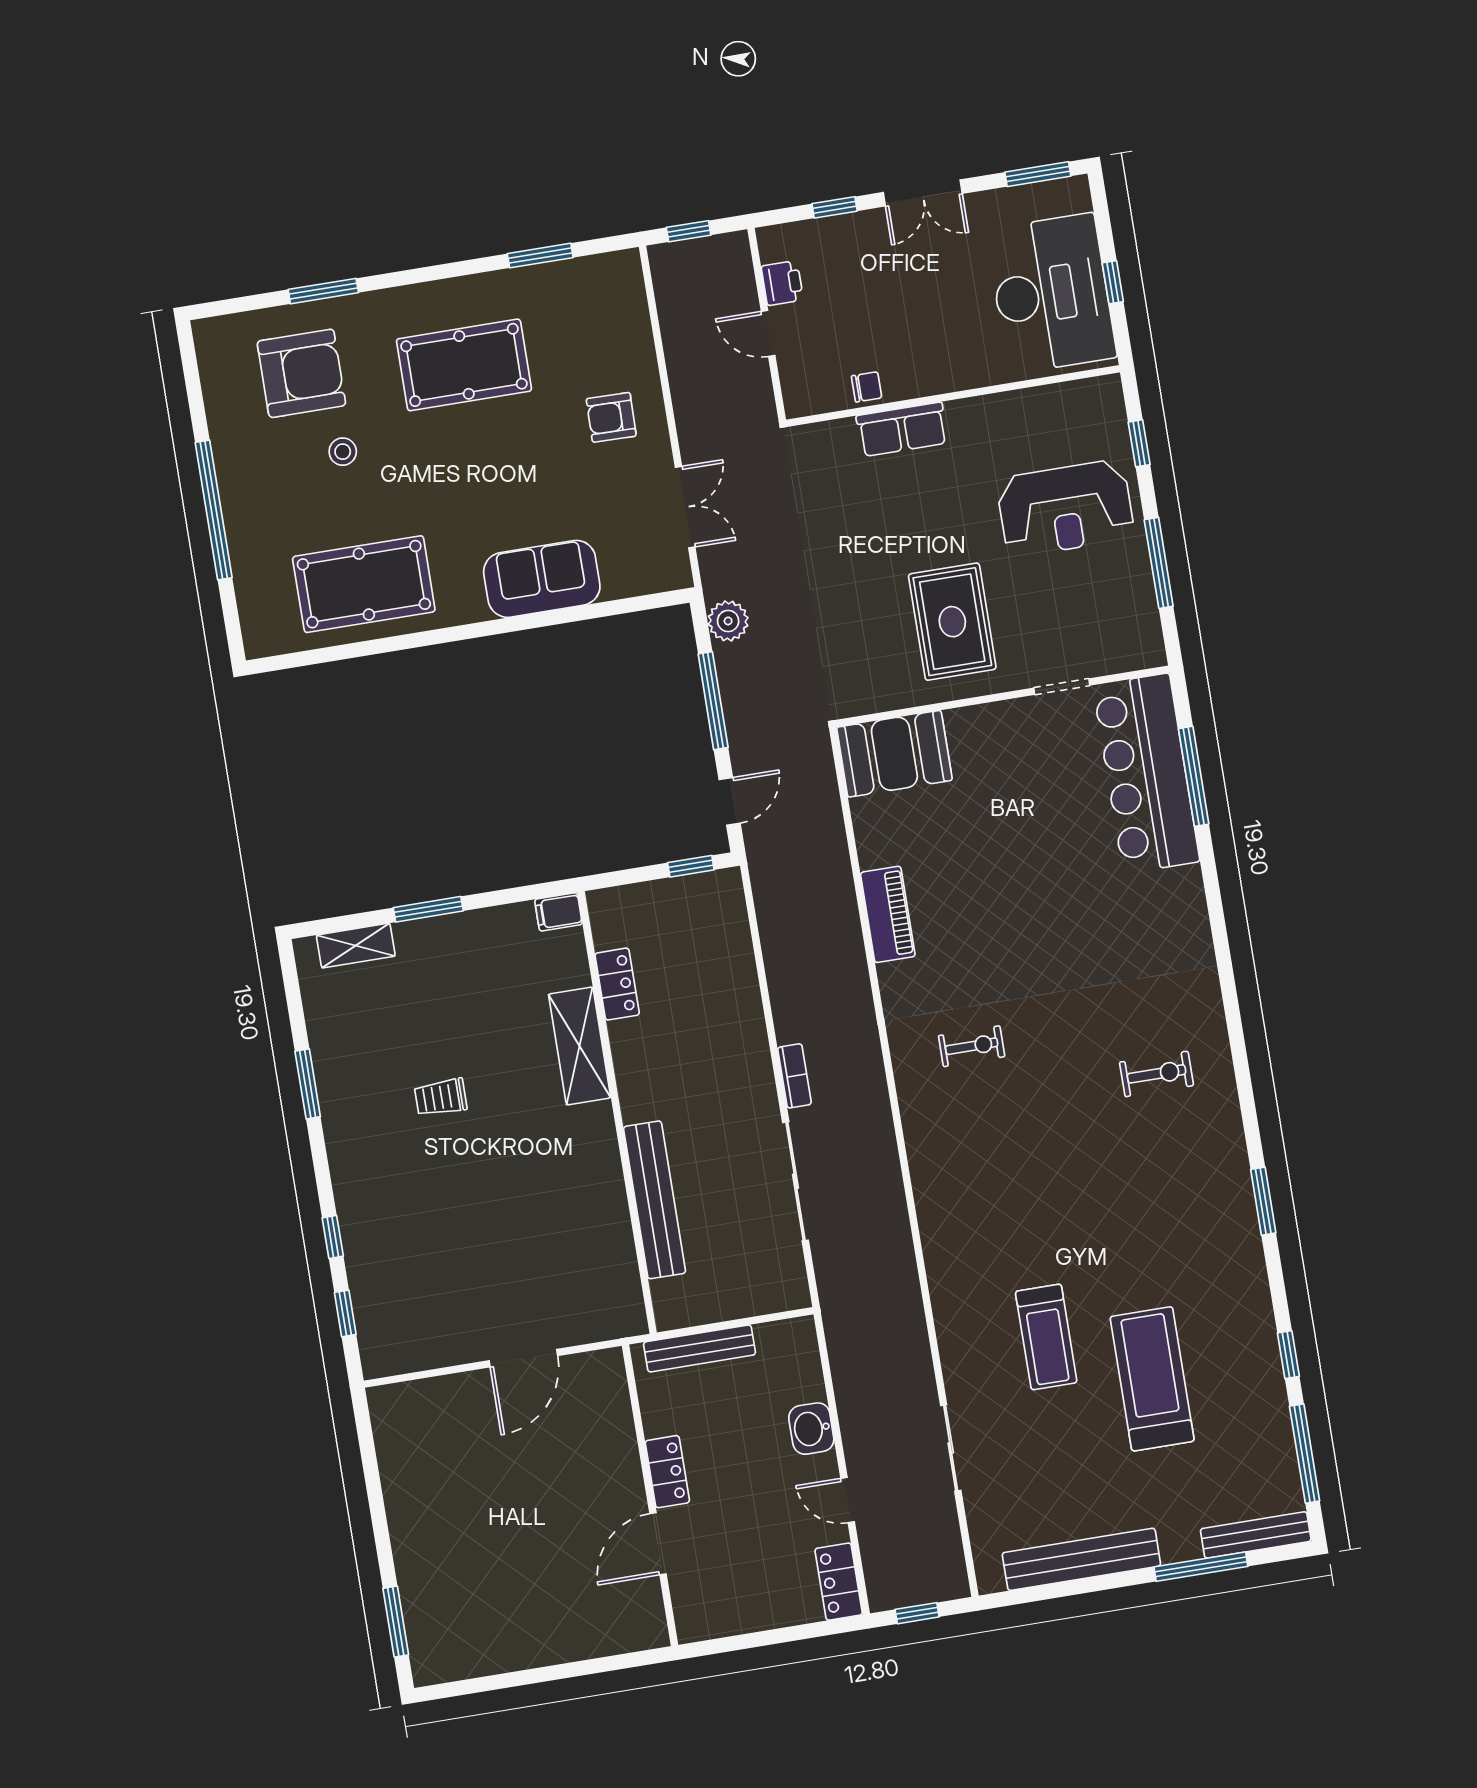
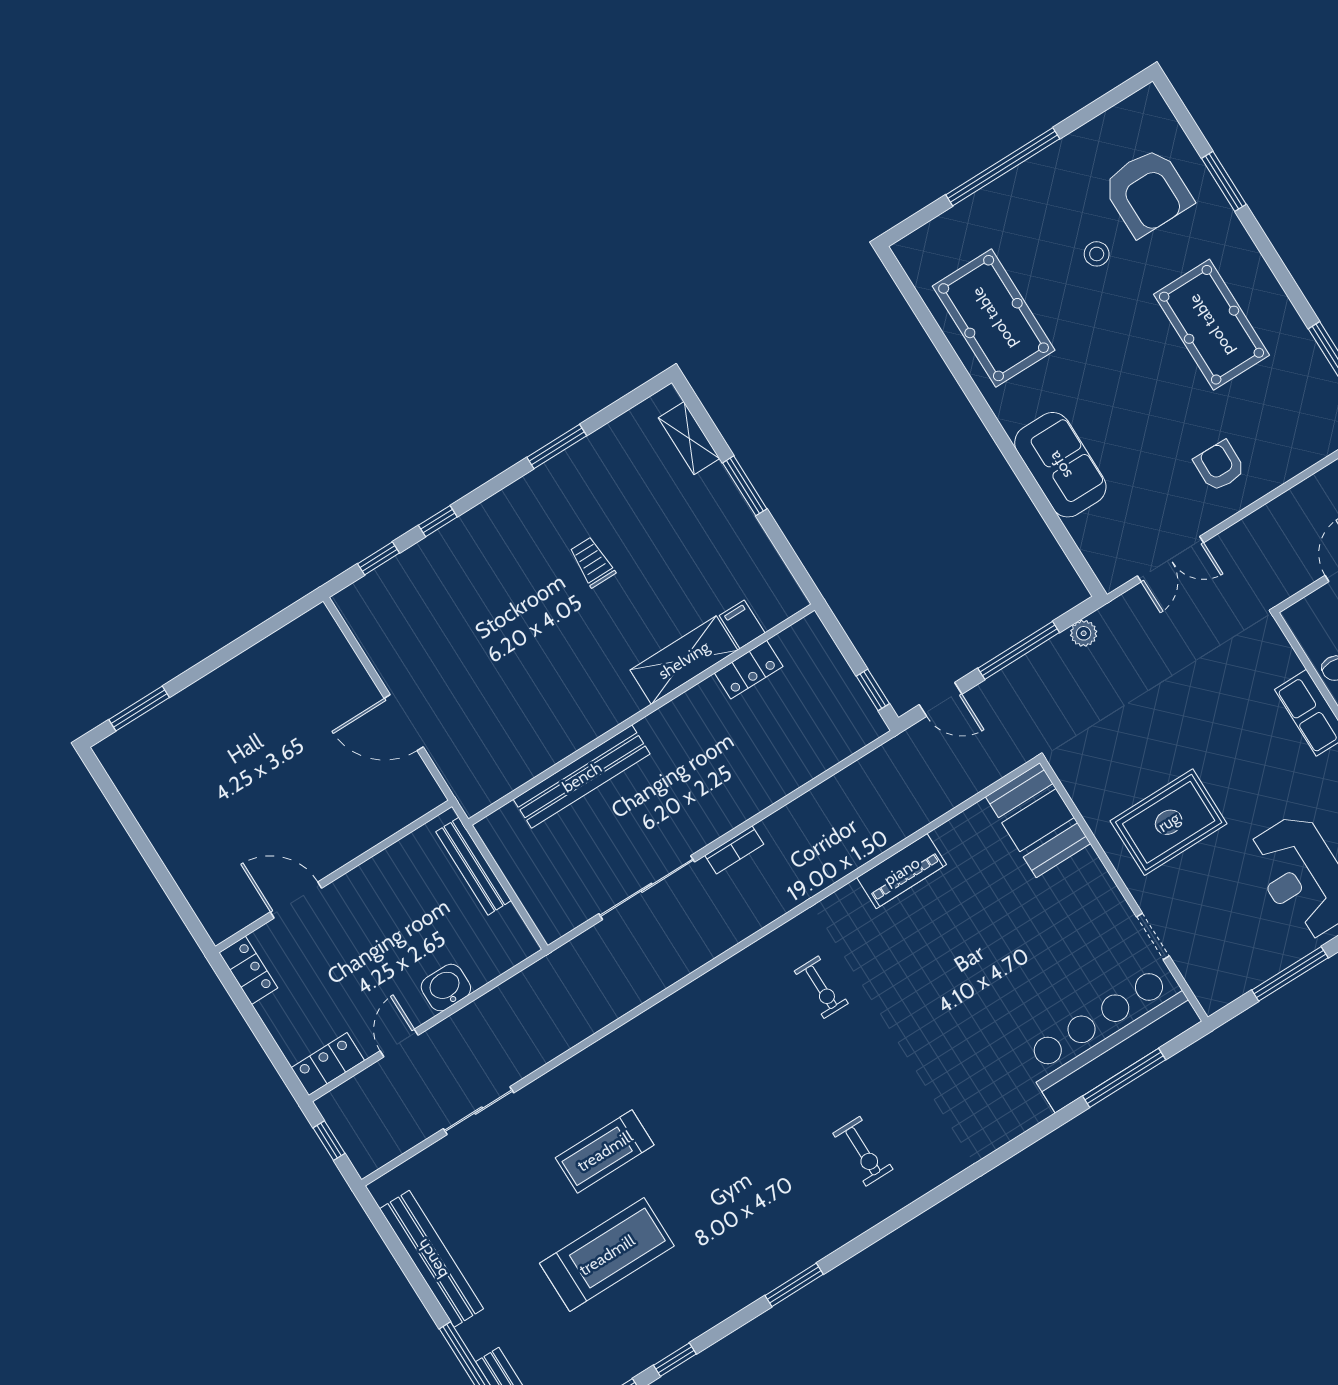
plant: (728, 621) -> (1084, 633), width x0.73, depth x0.73
filing cabinet: (558, 912) -> (742, 624), moved
locker: (667, 1472) -> (248, 970), moved, turned -90

